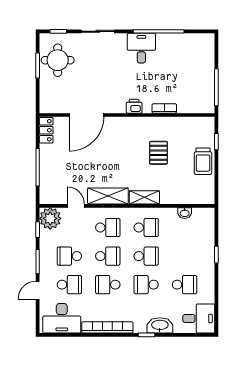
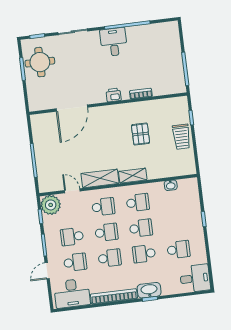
locker: (46, 130) -> (37, 126), removed
school desk: (108, 285) -> (110, 258), turned 180
washbasin: (160, 325) -> (149, 290), moved

